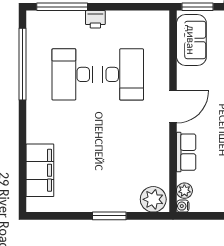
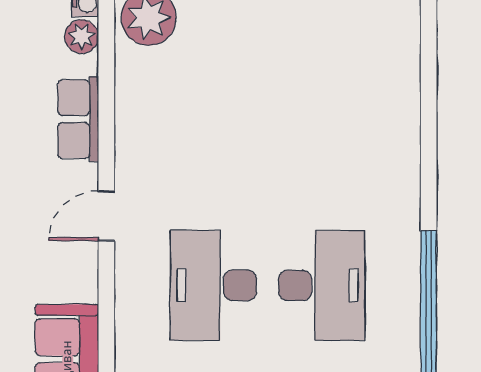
door: (173, 107) -> (106, 216), width x0.73
filing cabinet: (40, 170) -> (391, 80), removed

